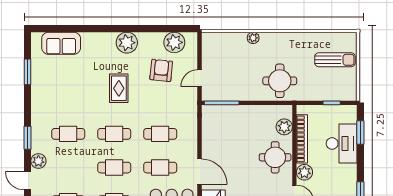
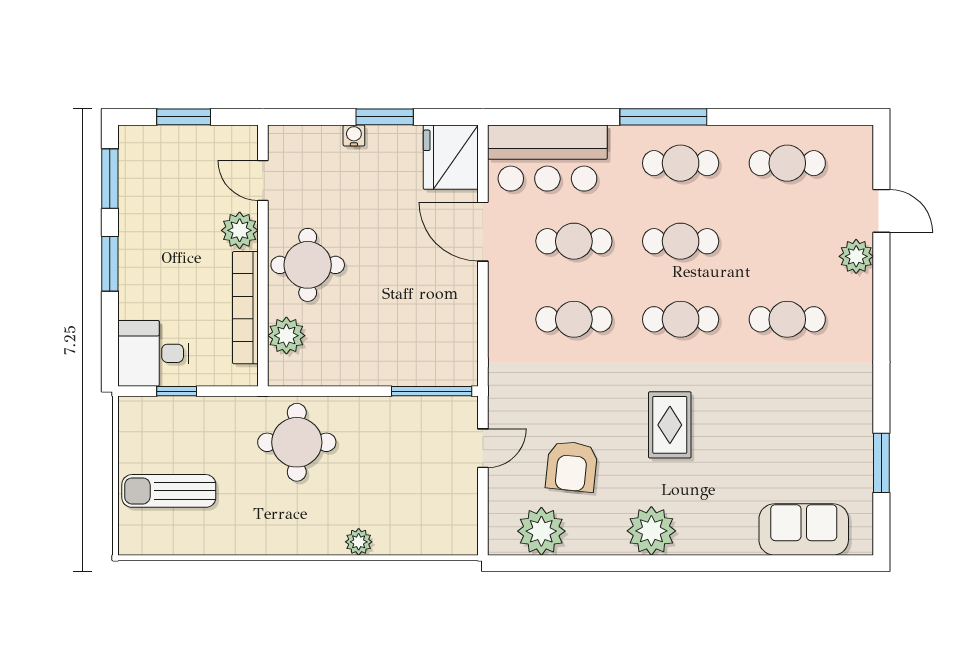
window: (360, 132) -> (110, 264), moved
window: (28, 138) -> (881, 310), removed
desk: (342, 144) -> (153, 353), moved, width x0.73

